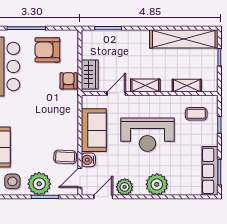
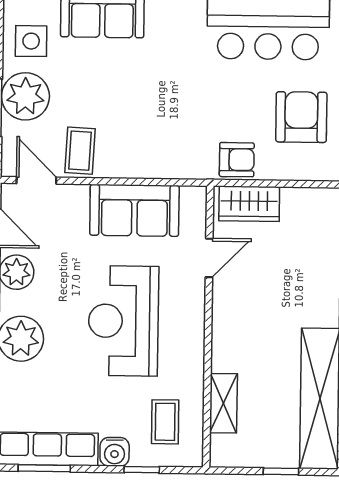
shelving: (145, 86) -> (225, 318), removed
door: (116, 94) -> (209, 258), hinge flipped
water cooler: (88, 160) -> (115, 452), moved, turned 180

